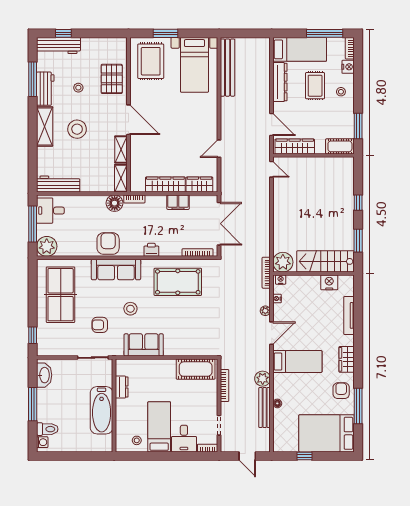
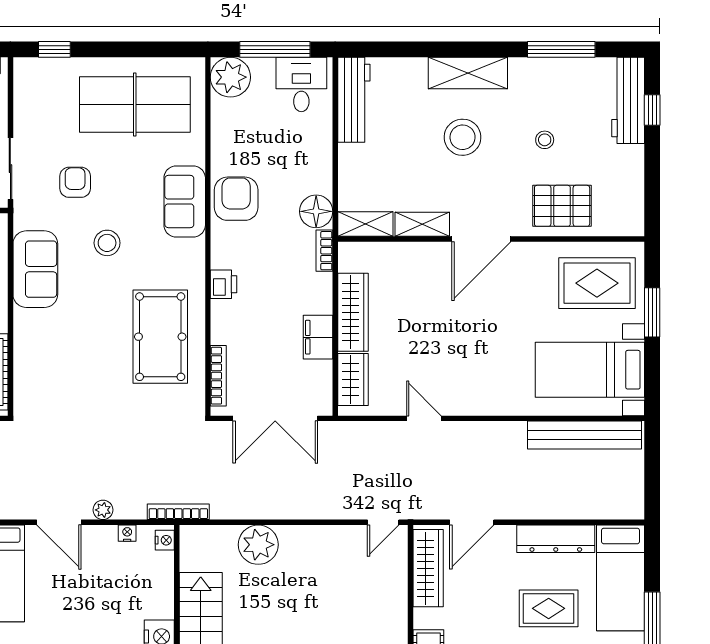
workbench: (45, 89) -> (543, 74), removed
armchair: (108, 244) -> (236, 199), turned -90
plant: (283, 262) -> (258, 545), moved
sofa: (116, 270) -> (185, 201), width x0.73

